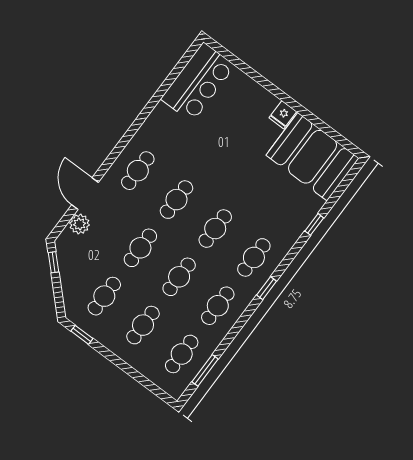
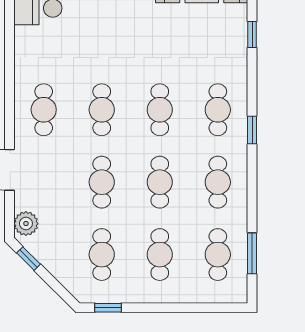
plant: (79, 224) -> (26, 224), moved

